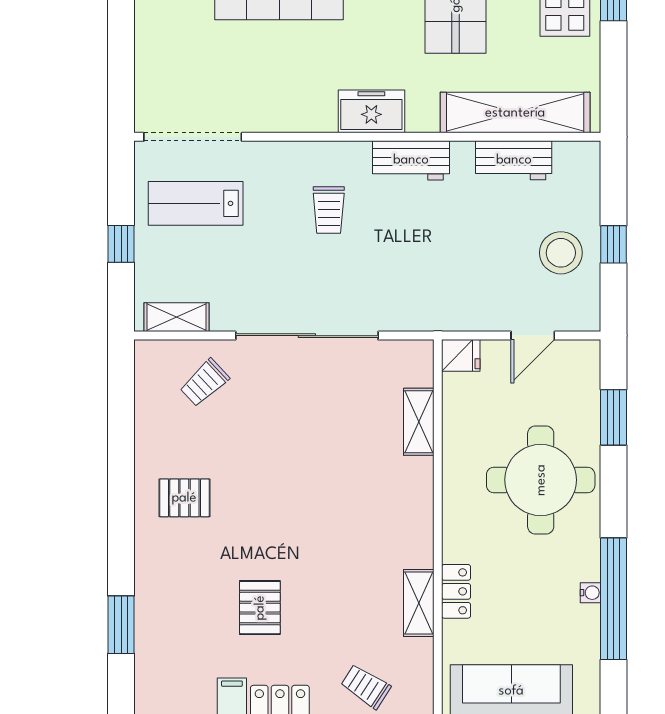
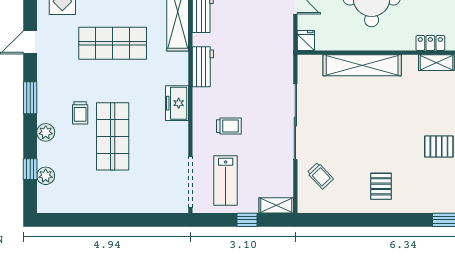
freezer: (371, 111) -> (177, 103), moved
trolley: (329, 210) -> (229, 126), moved
shelving: (176, 317) -> (276, 205), moved, turned 90
shelving: (419, 422) -> (362, 65), width x2.20, depth x1.33

